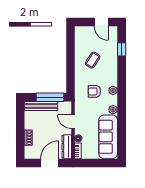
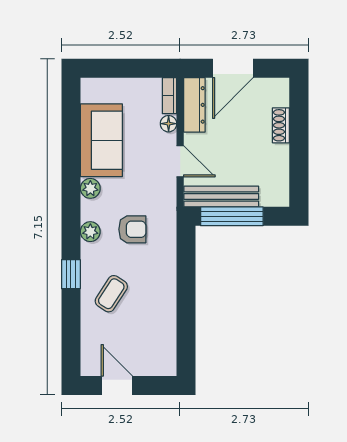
window: (122, 49) -> (71, 274), moved
coffee table: (93, 60) -> (111, 294), moved
bench: (41, 106) -> (221, 196), moved
sofa: (108, 137) -> (101, 140), width x0.73

